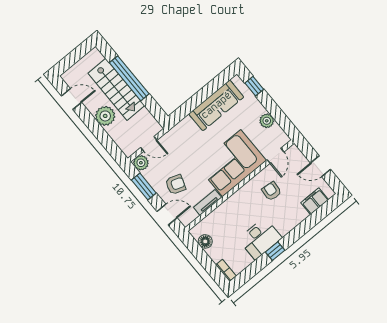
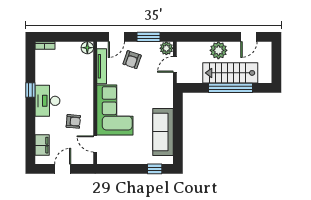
plant: (267, 121) -> (124, 158), removed
tv unit: (208, 202) -> (102, 66), width x1.41
desk: (260, 239) -> (47, 101), moved
floor lamp: (205, 241) -> (87, 48), moved

